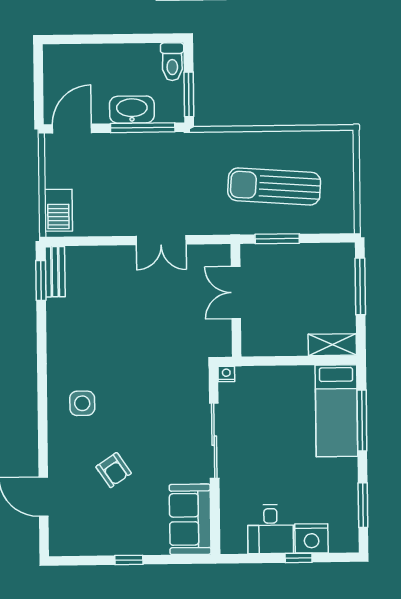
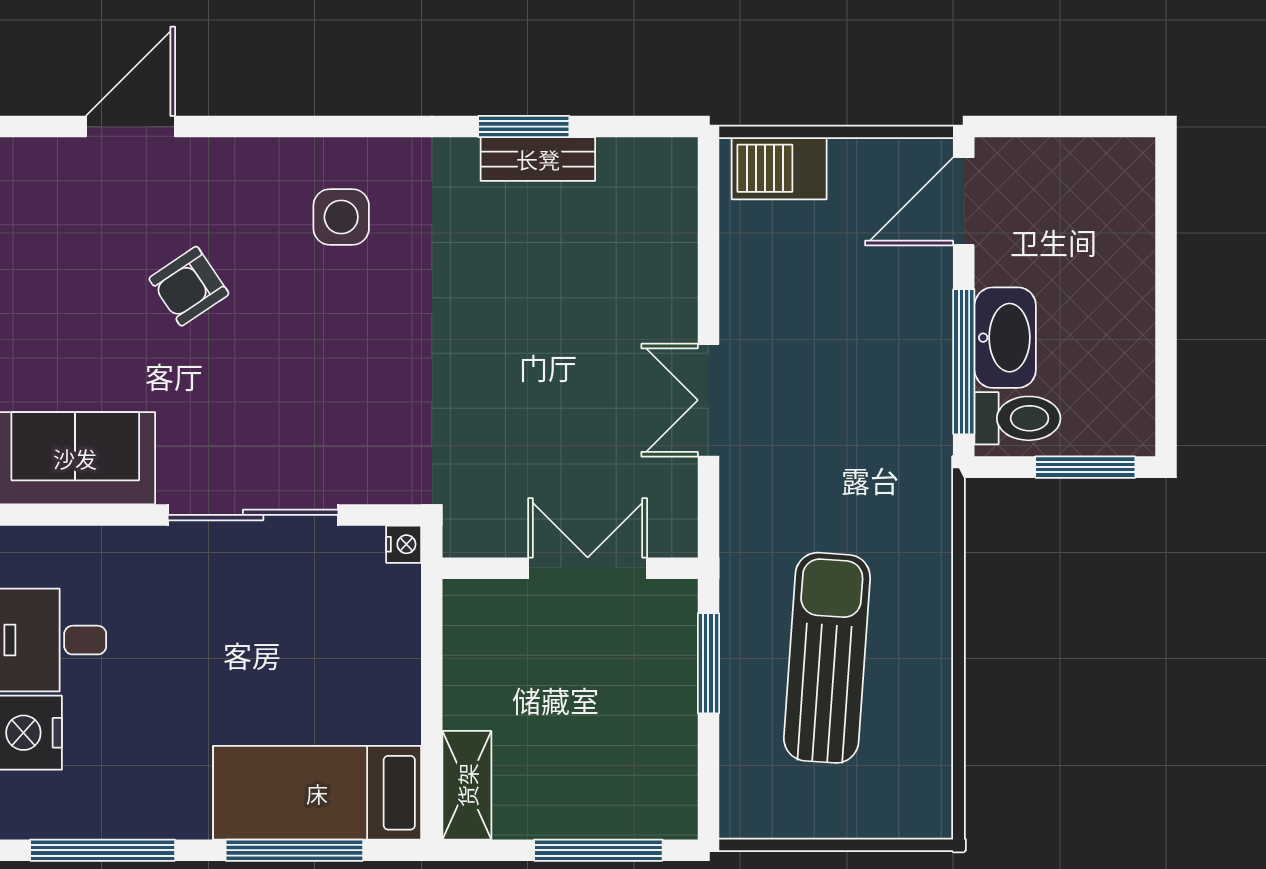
toilet: (172, 62) -> (1017, 418), moved, turned 180
window: (189, 94) -> (1085, 467), moved
door: (72, 129) -> (964, 201), swing flipped
bench: (55, 272) -> (538, 159), moved
window: (41, 280) -> (524, 127), moved
window: (363, 505) -> (103, 850), width x1.44

